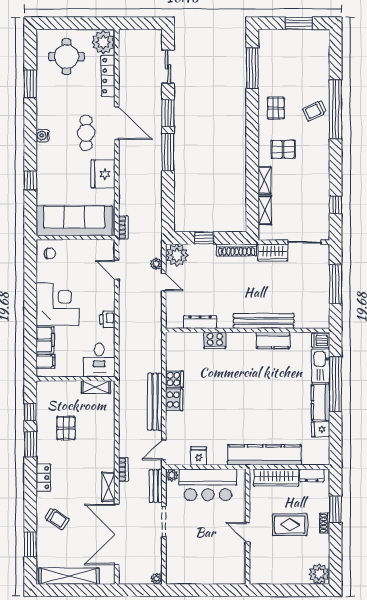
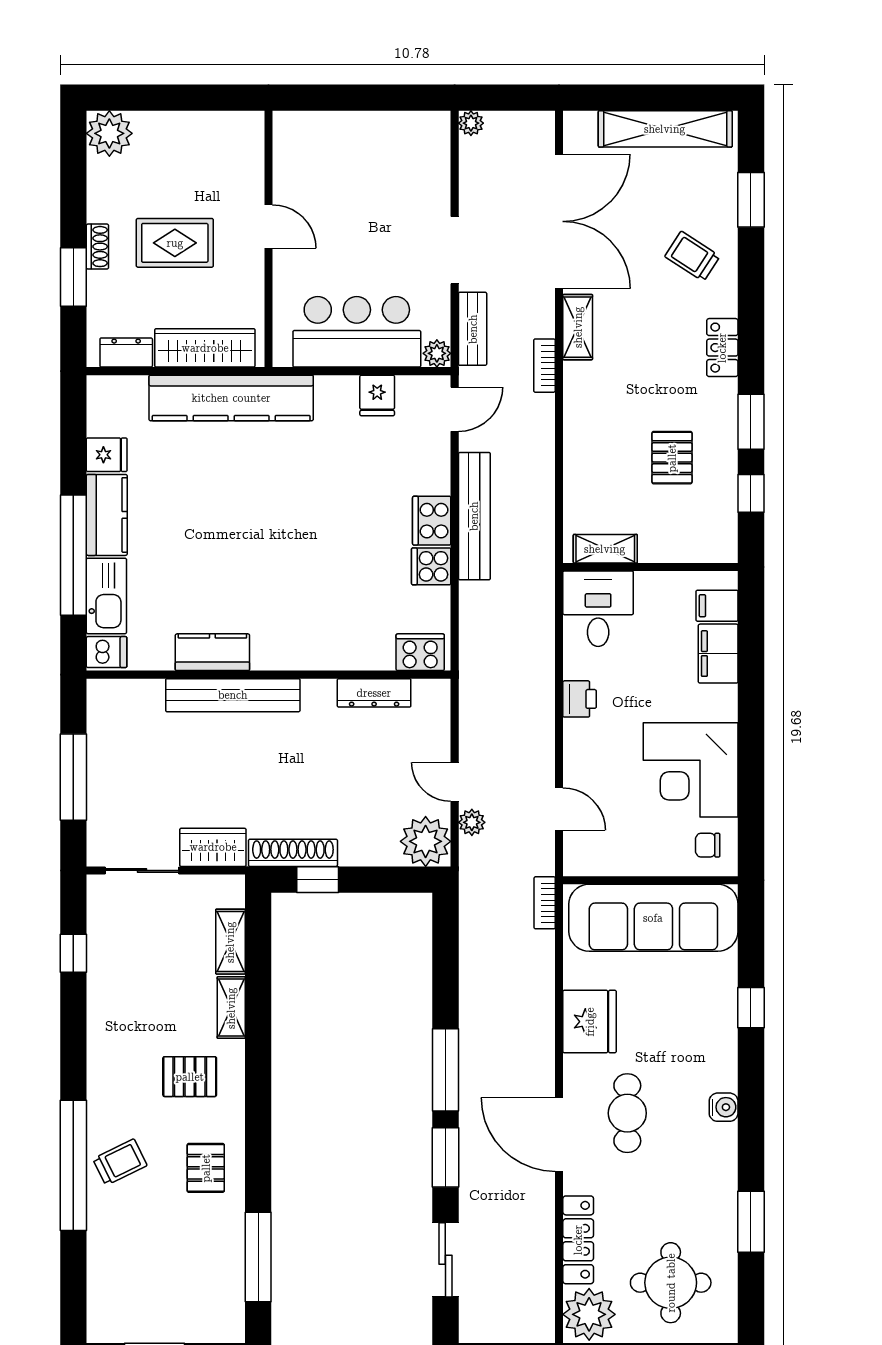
window: (204, 238) -> (318, 880), moved
corner desk: (57, 304) -> (691, 770), moved
cooker: (215, 340) -> (420, 652), moved

